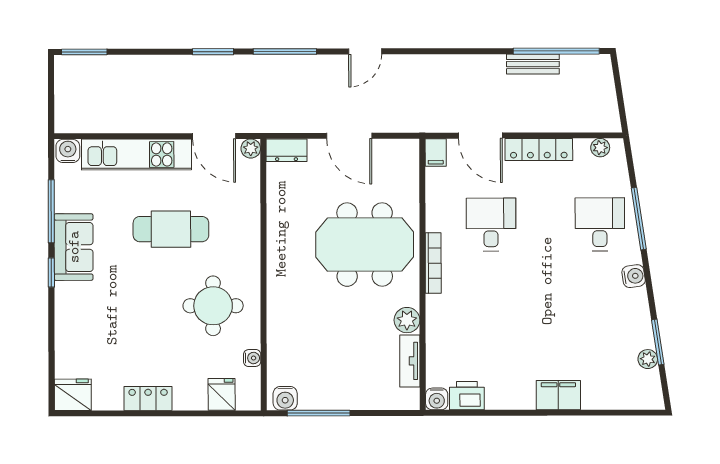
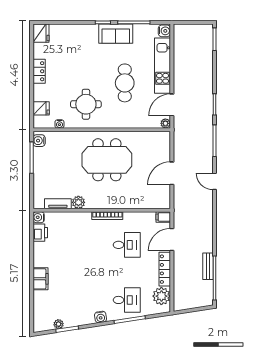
plant: (600, 148) -> (161, 296), width x1.88, depth x1.88
dresser: (286, 150) -> (165, 141), removed
meeting table: (365, 245) -> (107, 160), moved, turned 90

